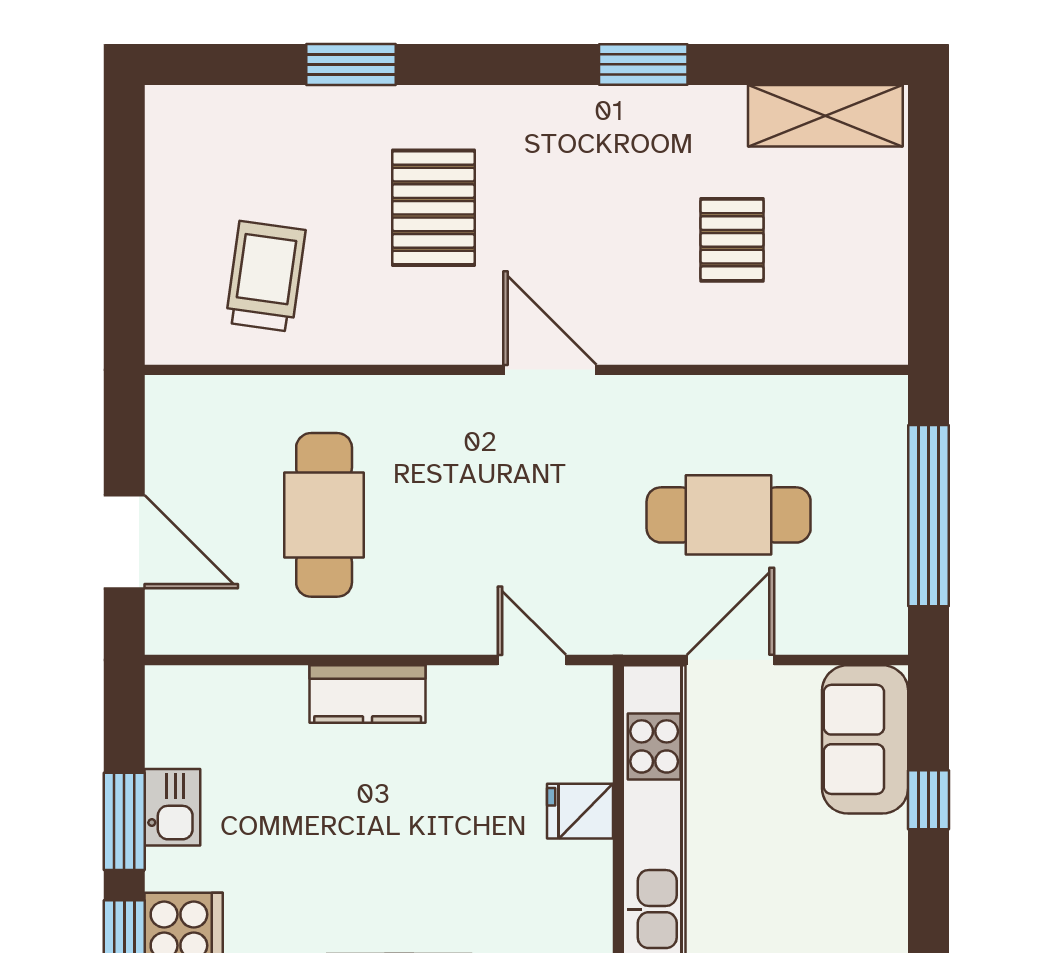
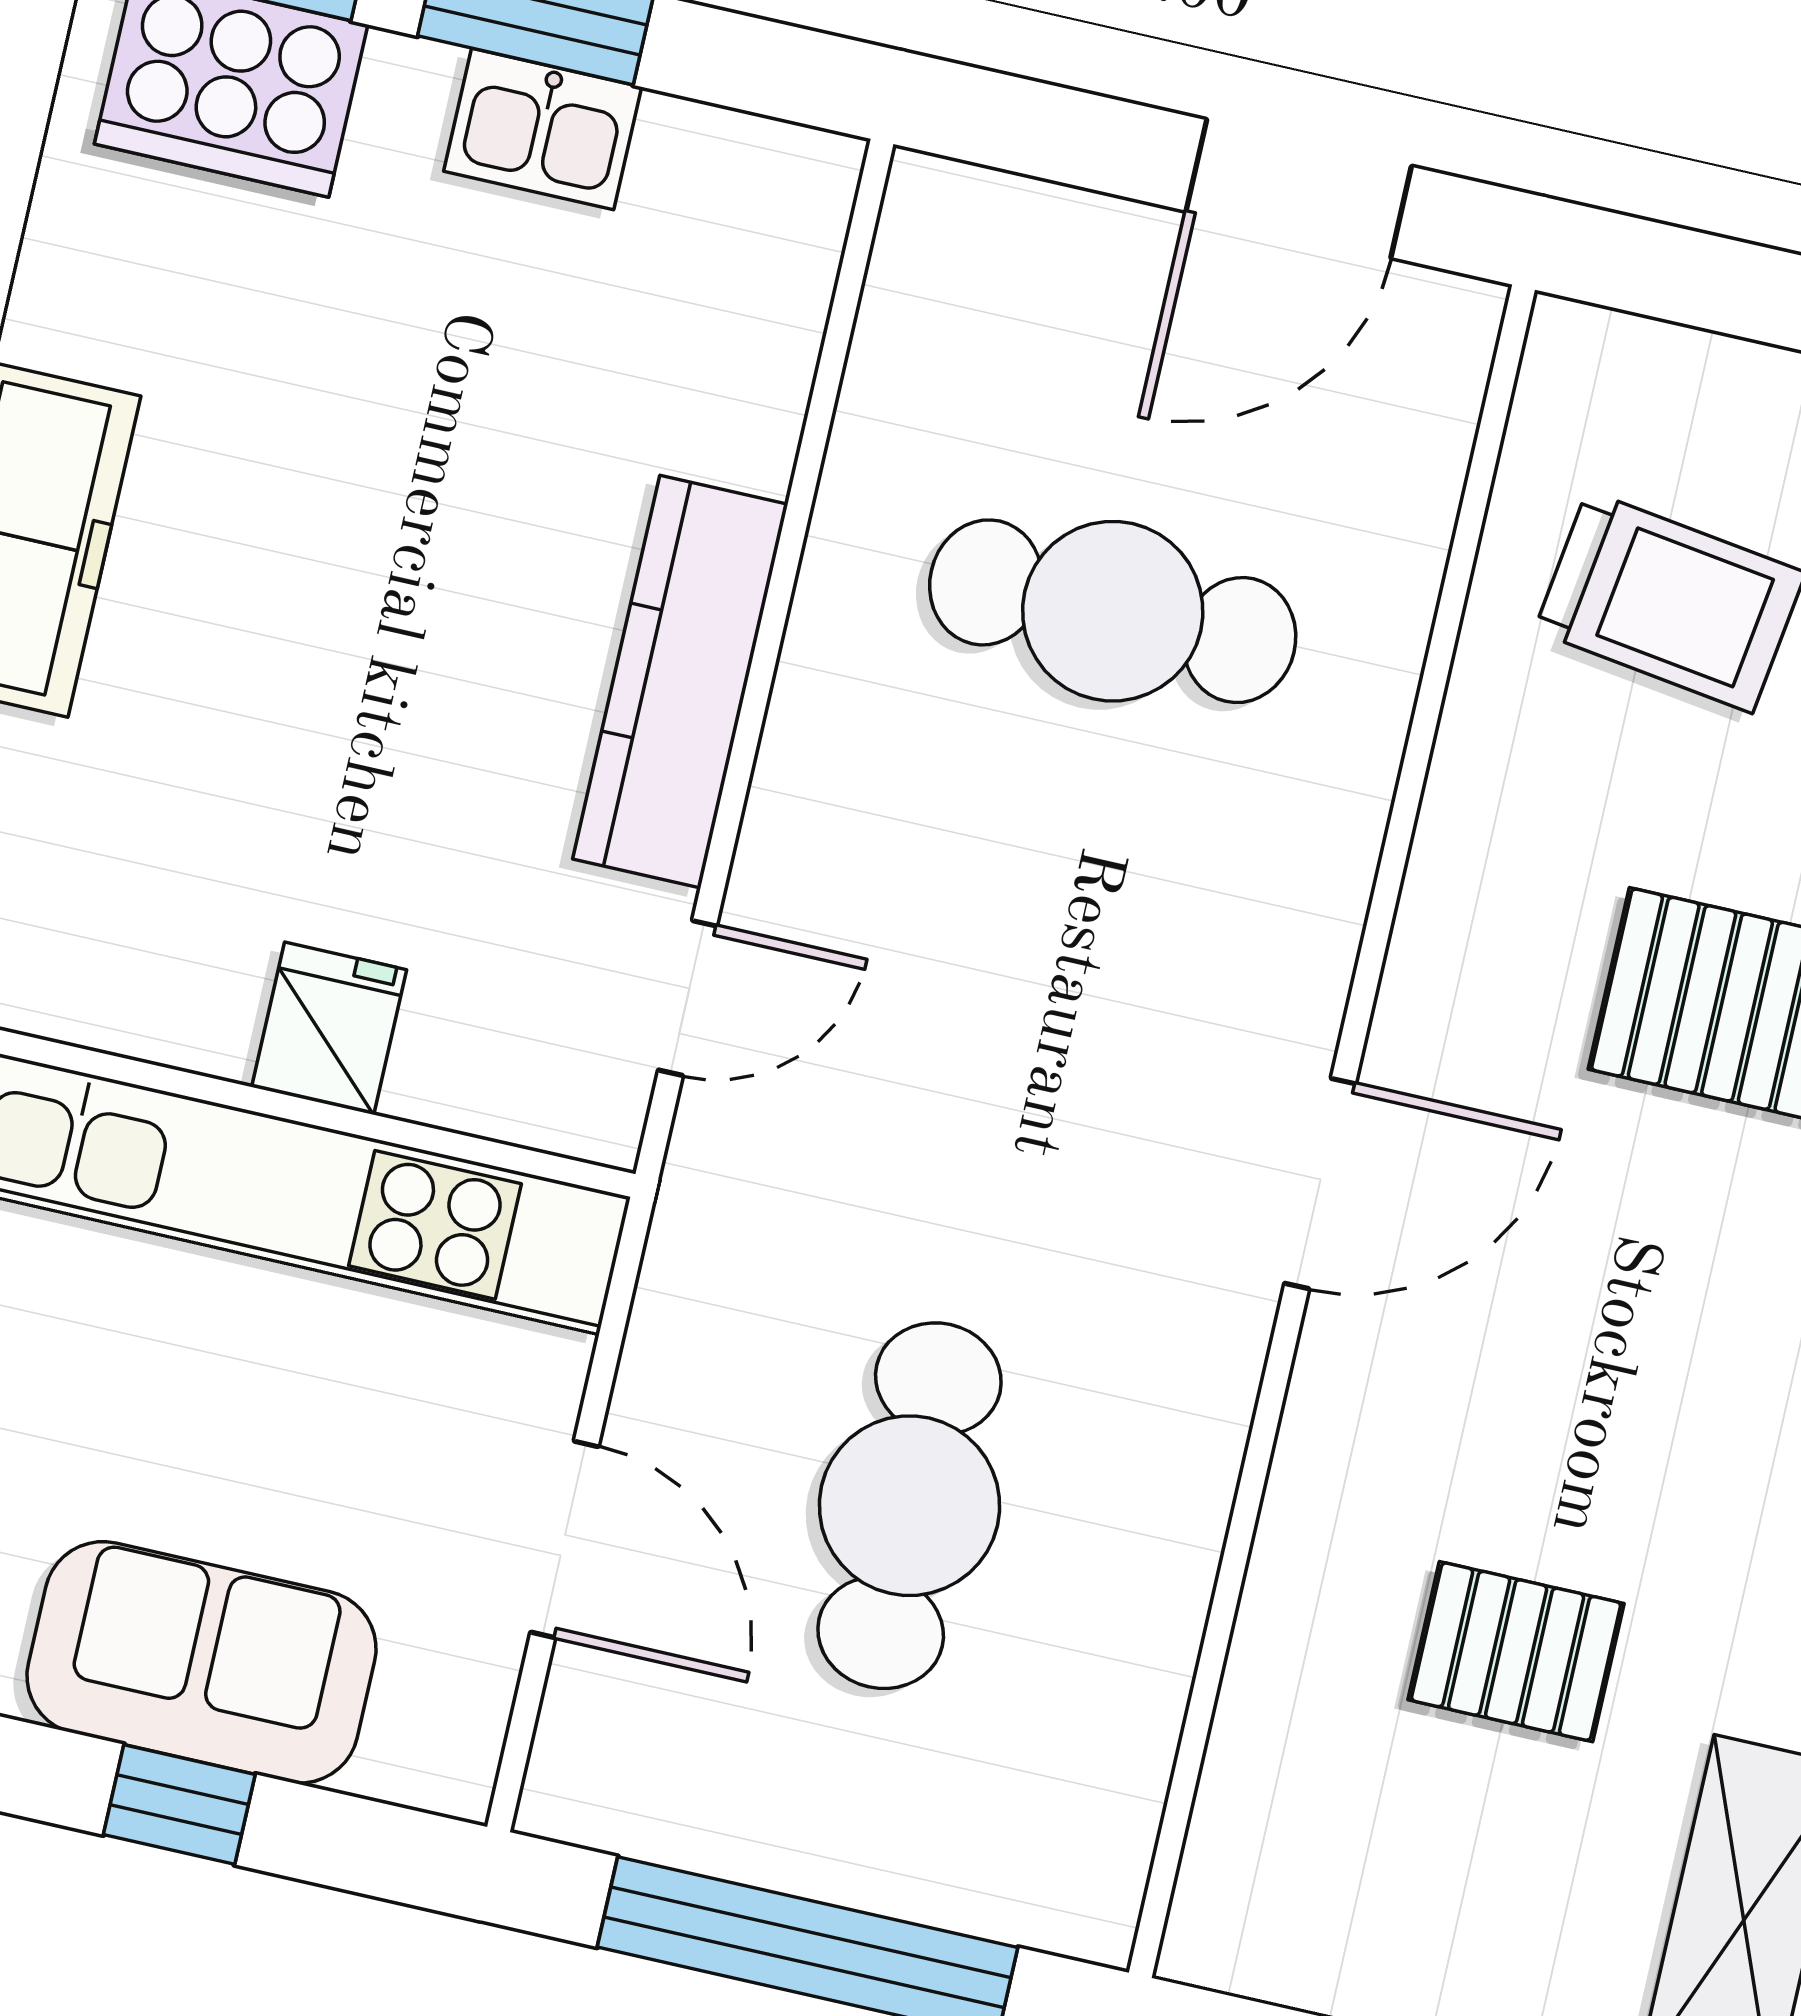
door: (124, 542) -> (1299, 189), moved
door: (730, 660) -> (565, 1539), moved
kitchen counter: (368, 694) -> (680, 682), width x1.50
sofa: (865, 739) -> (202, 1662), moved

